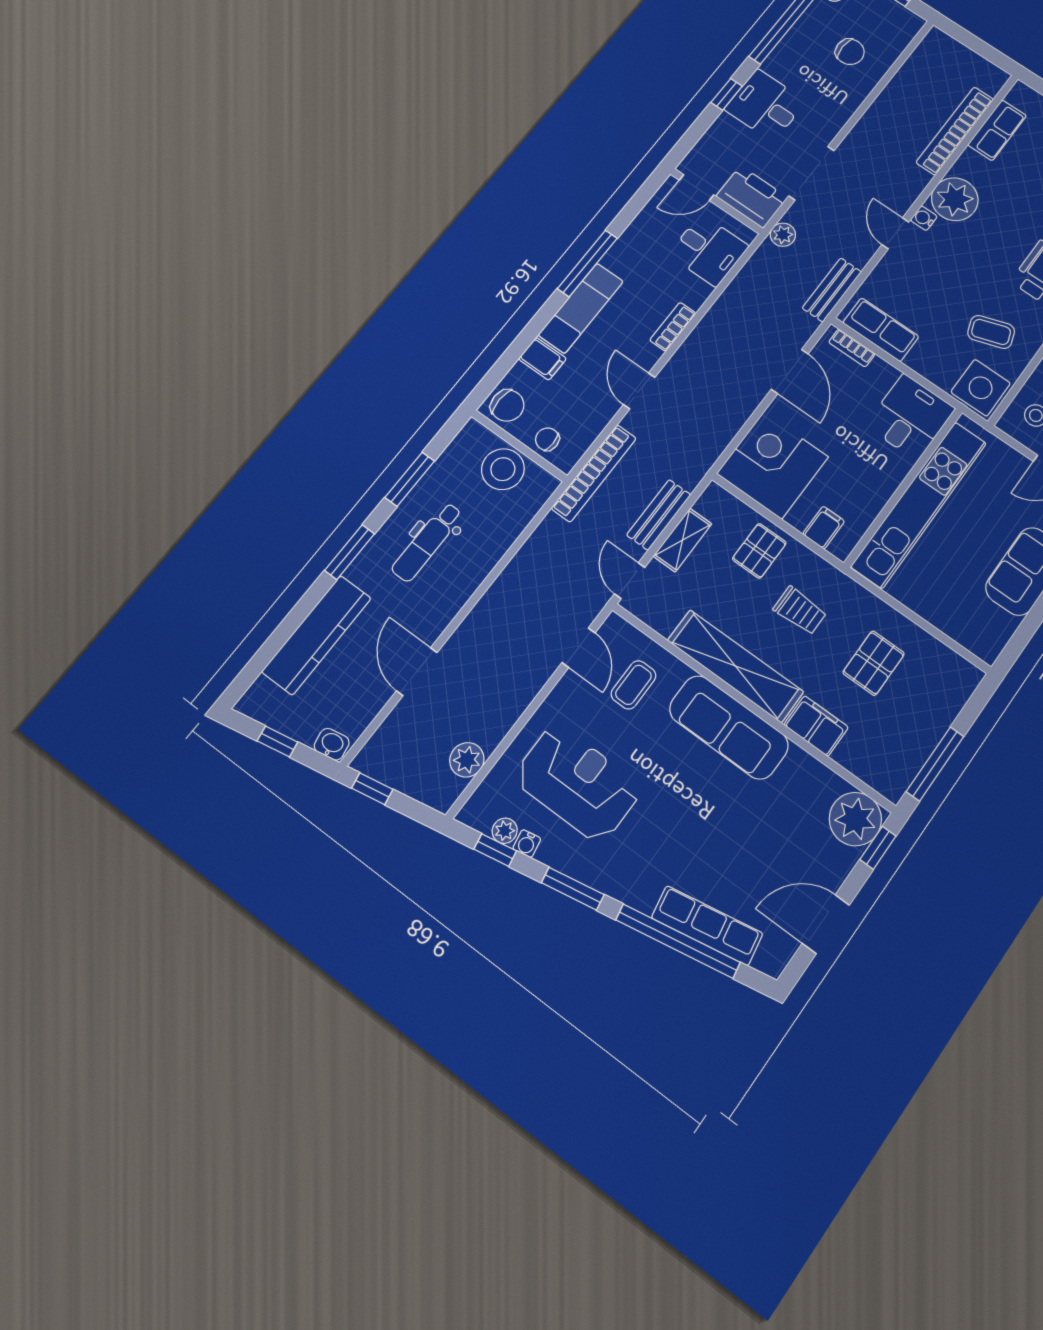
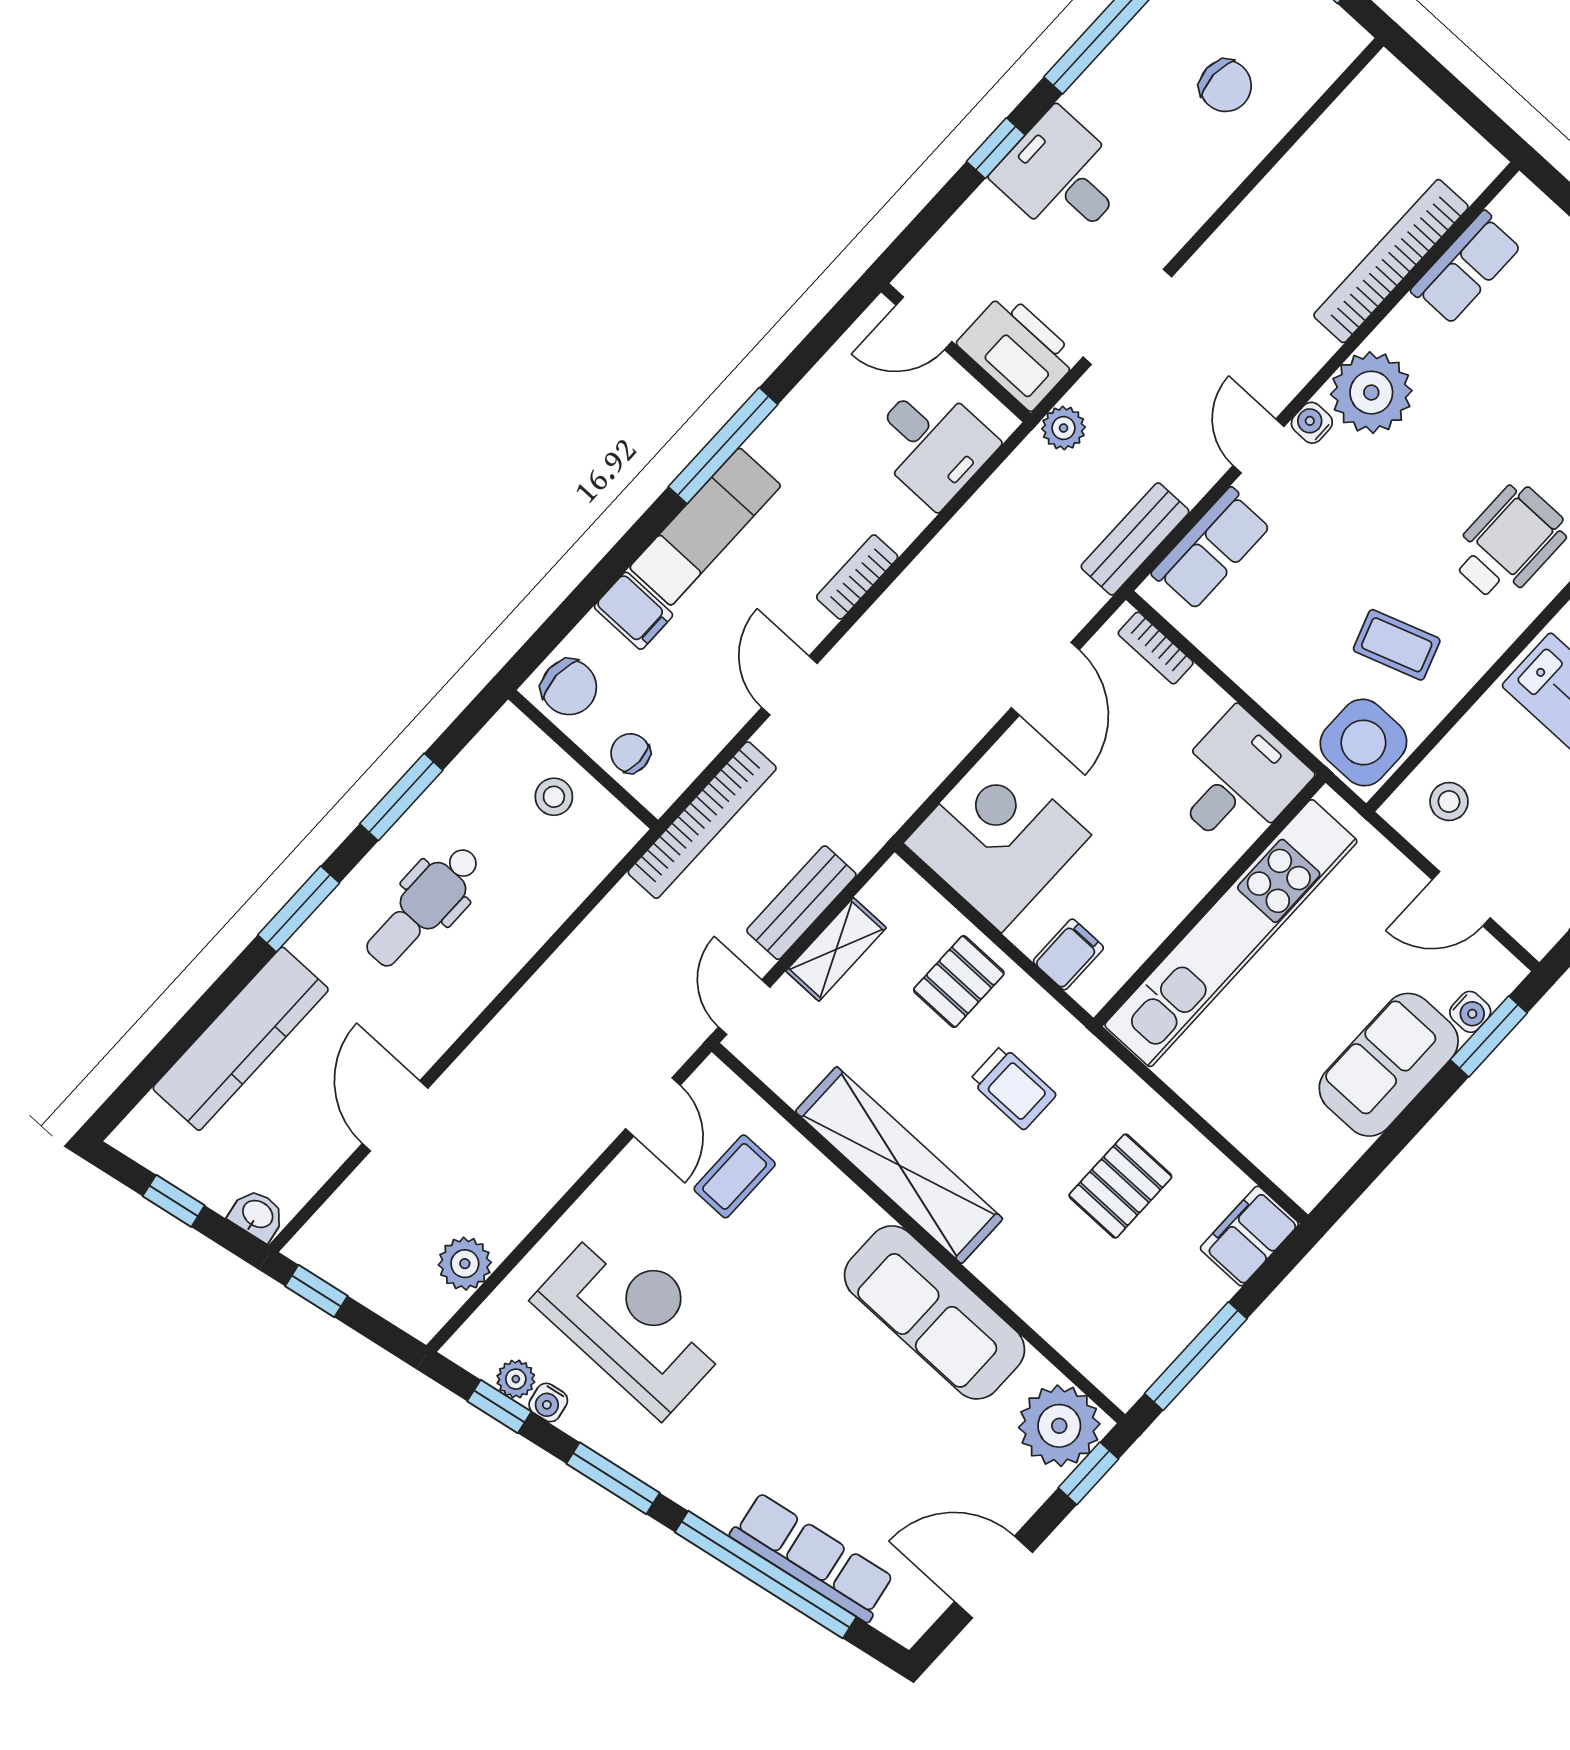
row of seats: (881, 330) -> (1211, 549), moved, turned 90
stool: (503, 469) -> (554, 797), width x0.53, depth x0.53
filing cabinet: (816, 726) -> (1249, 1236), moved, turned -90
sofa: (729, 727) -> (934, 1312), moved

